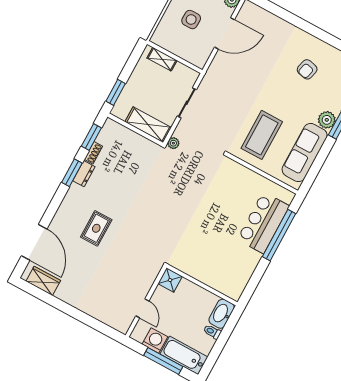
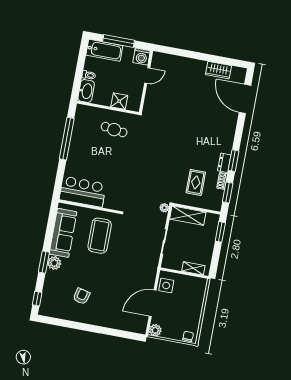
side table: (191, 20) -> (166, 285), moved
bar counter: (263, 223) -> (83, 192), moved, turned -90
rug: (96, 228) -> (196, 182), moved
window: (279, 235) -> (67, 139), moved
cafe table: (203, 257) -> (114, 130), added
shower: (170, 280) -> (119, 101), moved
wardrobe: (43, 281) -> (219, 70), moved
door: (142, 308) -> (147, 76), swing flipped
washing machine: (155, 341) -> (142, 57), moved

